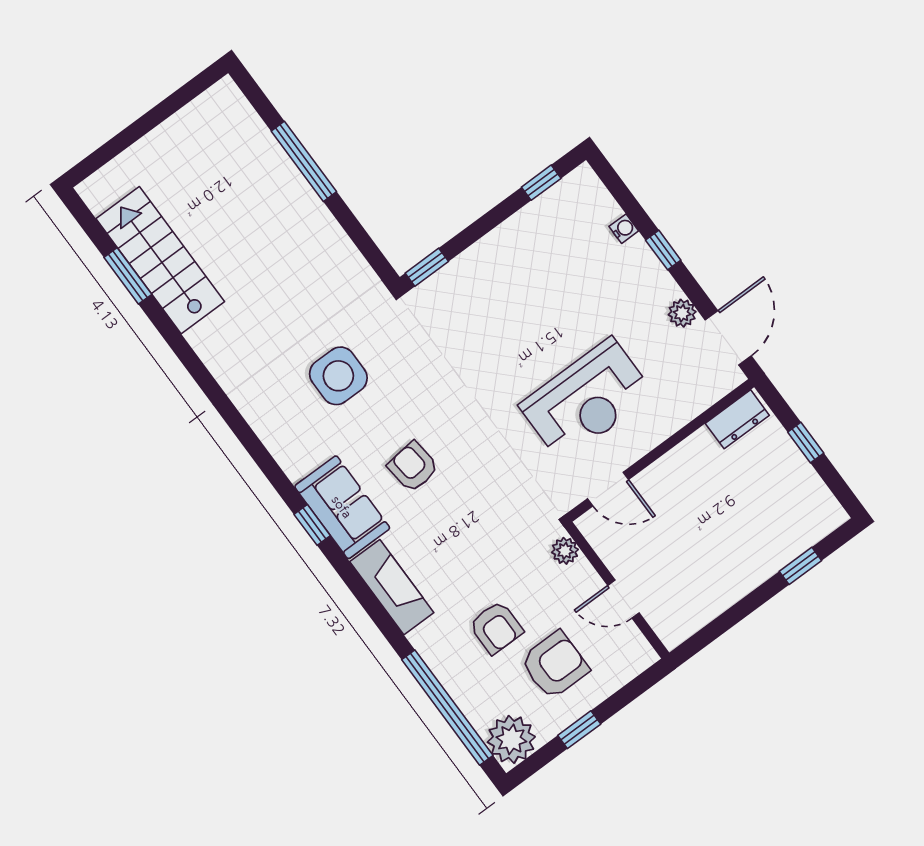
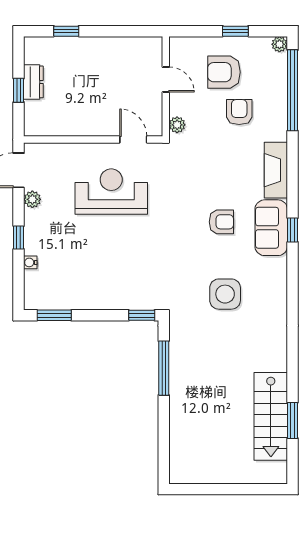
window: (304, 161) -> (164, 368), moved
window: (541, 183) -> (54, 315), width x1.50
dresser: (737, 419) -> (33, 82), moved, turned 90
armchair: (413, 467) -> (221, 222), turned -84
plant: (511, 739) -> (279, 44), width x0.53, depth x0.53

